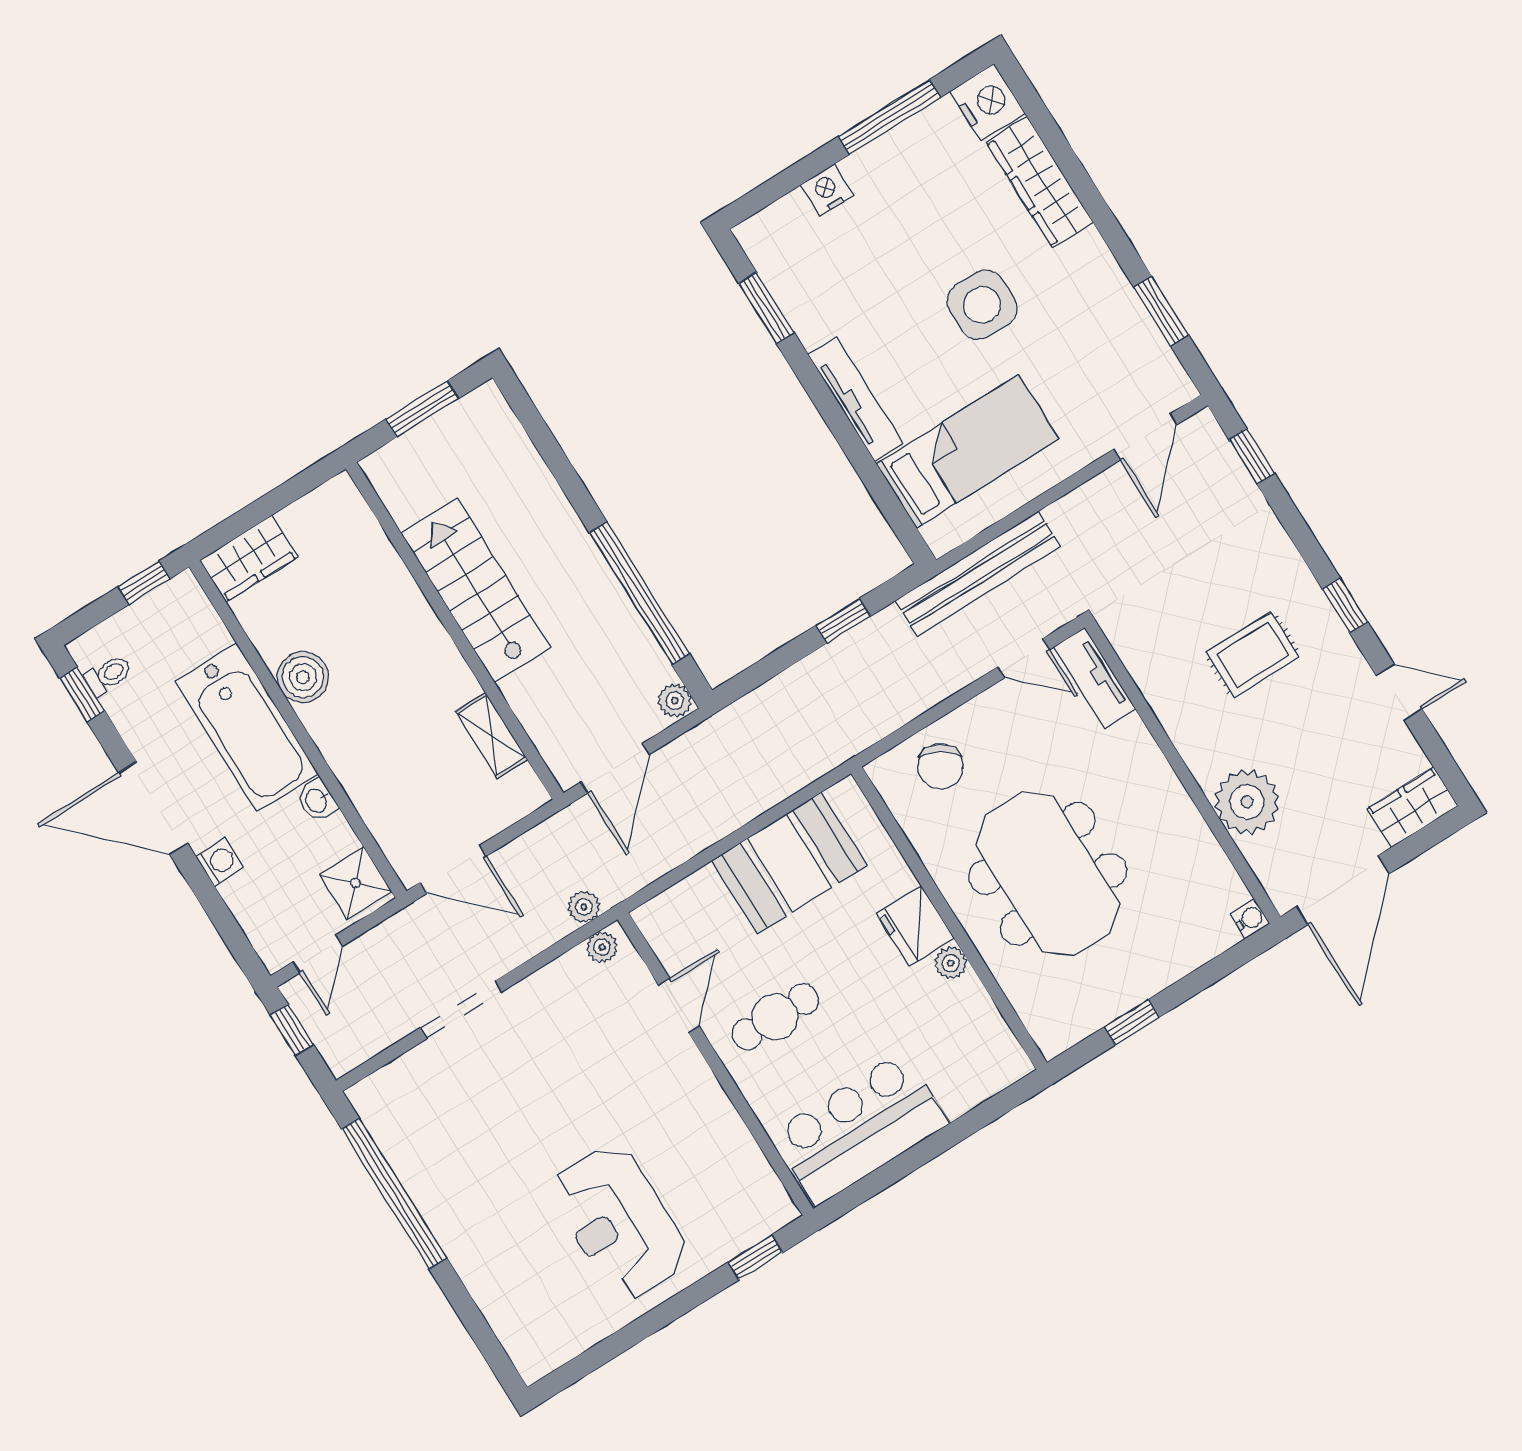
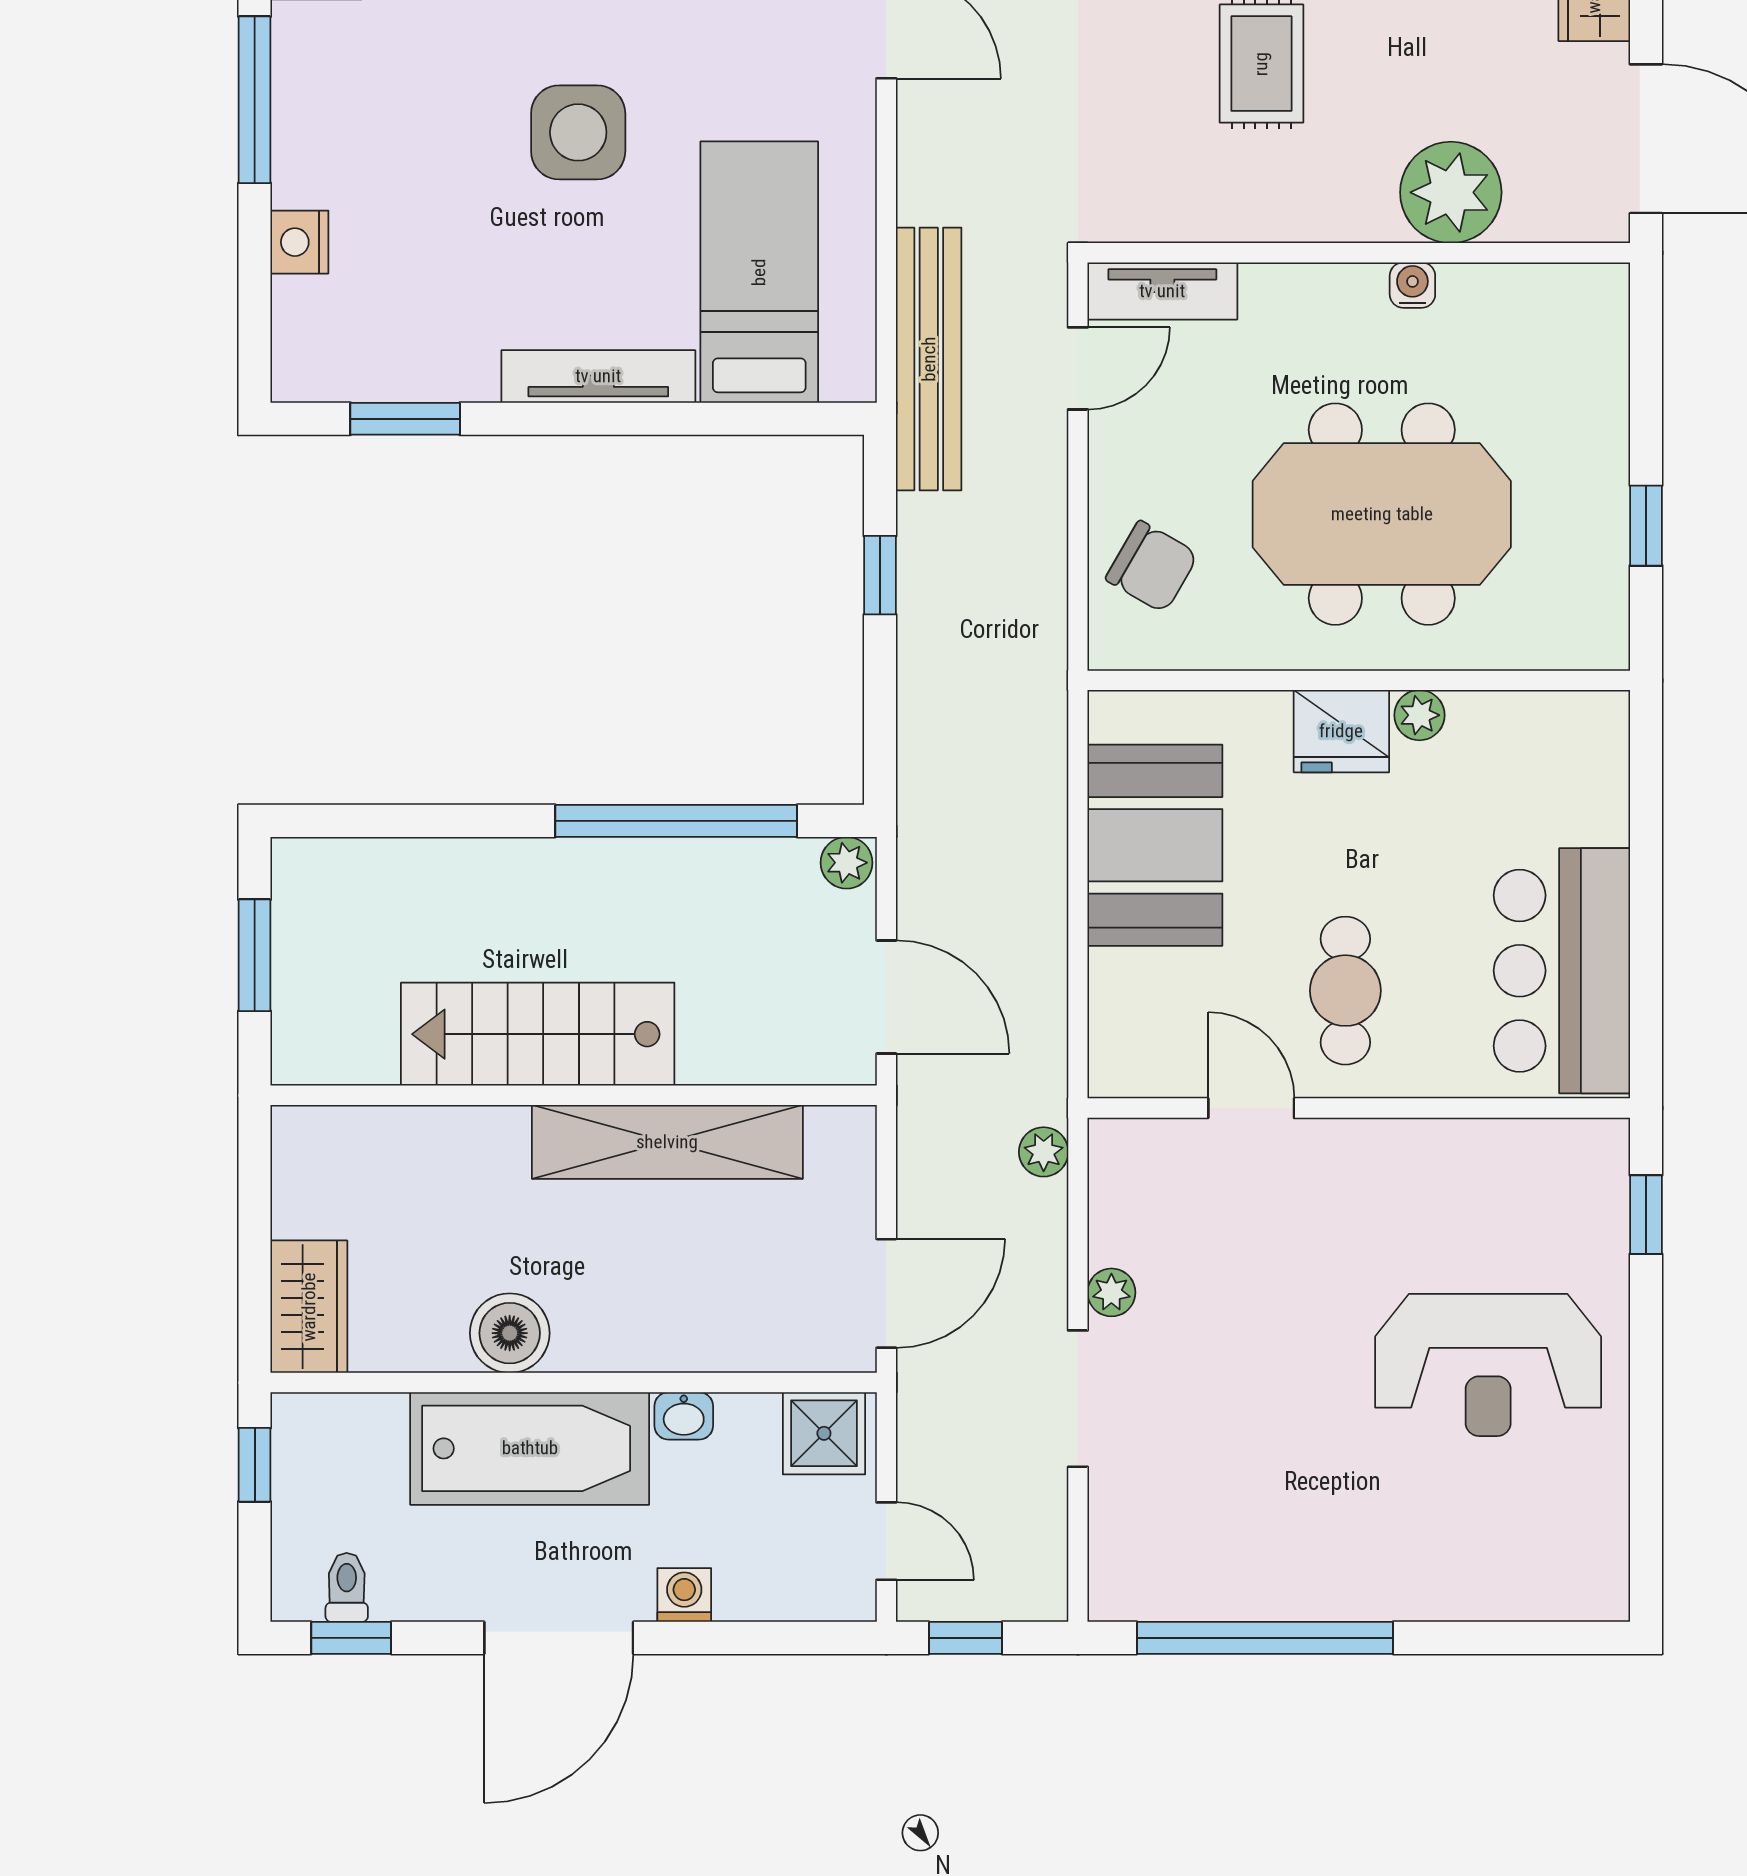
shelving: (491, 735) -> (667, 1142), width x2.20, depth x1.33
water cooler: (1250, 919) -> (1412, 285), moved
plant: (602, 947) -> (1111, 1292), moved

